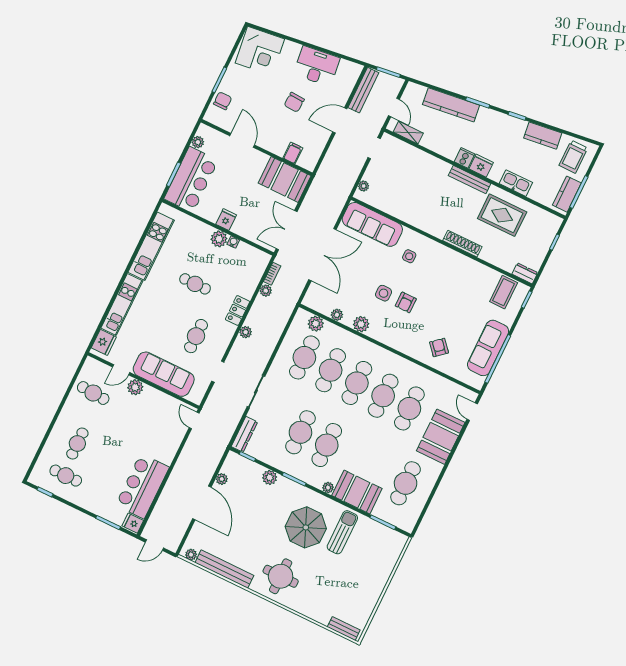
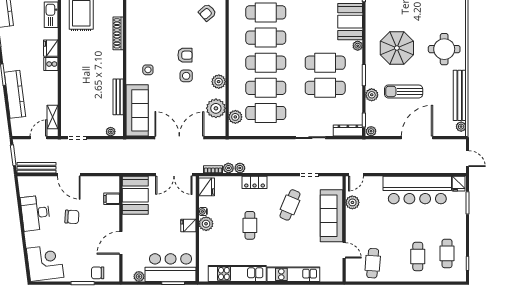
bench: (470, 180) -> (118, 97), moved
plant: (337, 315) -> (216, 108), width x1.87, depth x1.87
plant: (246, 332) -> (240, 168), moved
cafe table: (196, 336) -> (290, 205), turned -67
fridge: (104, 342) -> (207, 187), moved, turned 90
plant: (135, 387) -> (352, 202), moved
cafe table: (77, 444) -> (418, 256), turned 90
plant: (222, 479) -> (371, 131), moved
bar counter: (142, 486) -> (417, 190), width x1.36
sun lounger: (342, 532) -> (404, 91), moved

